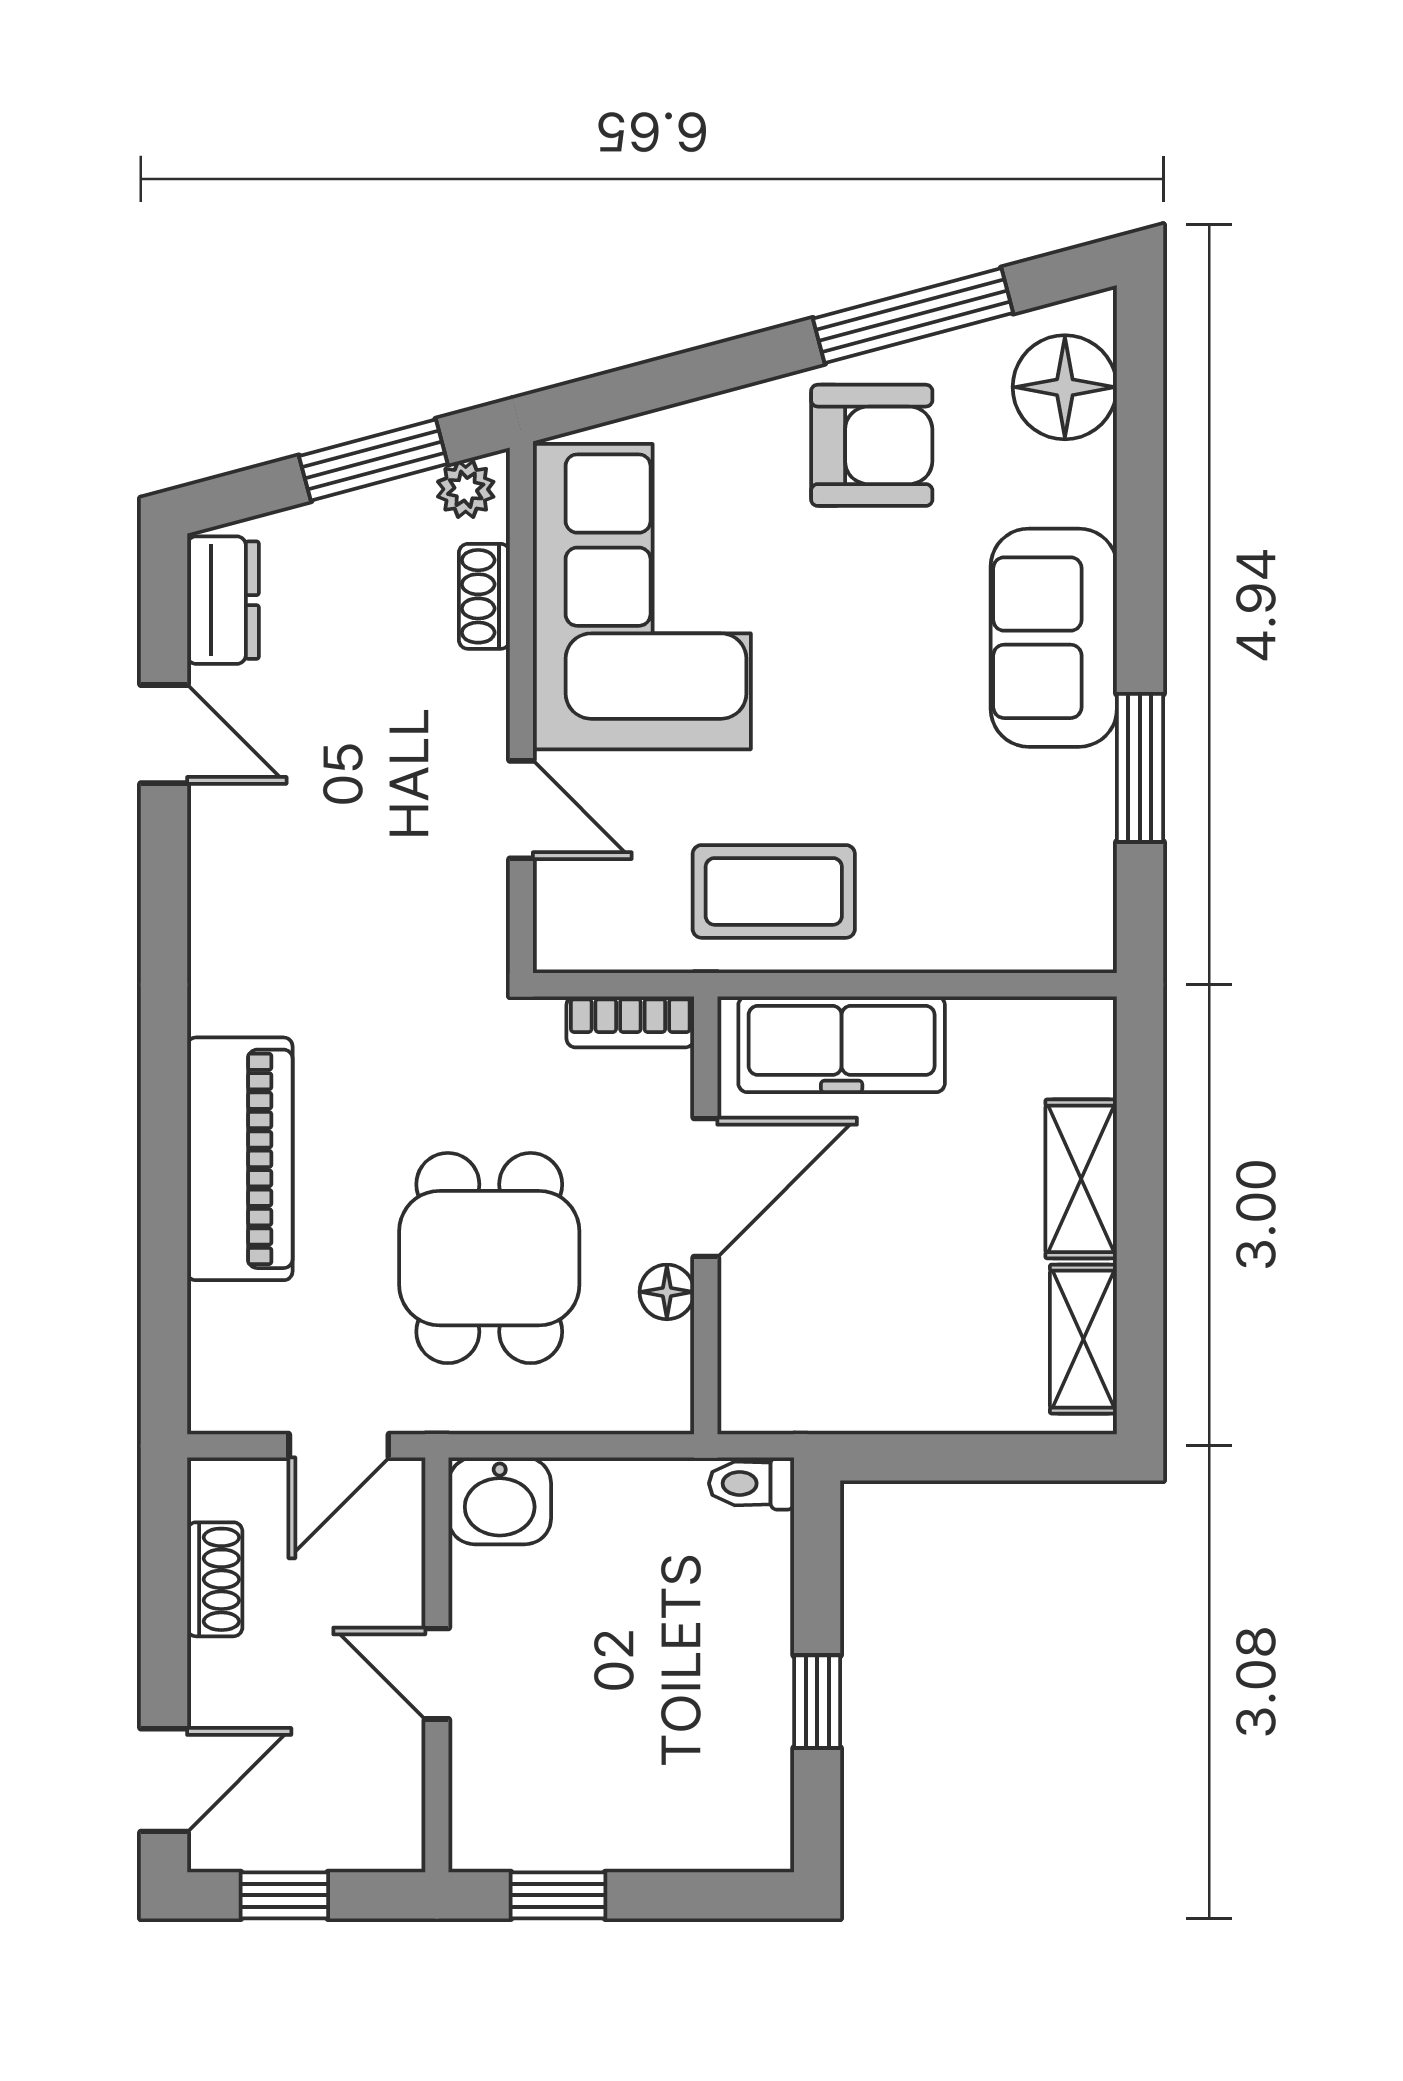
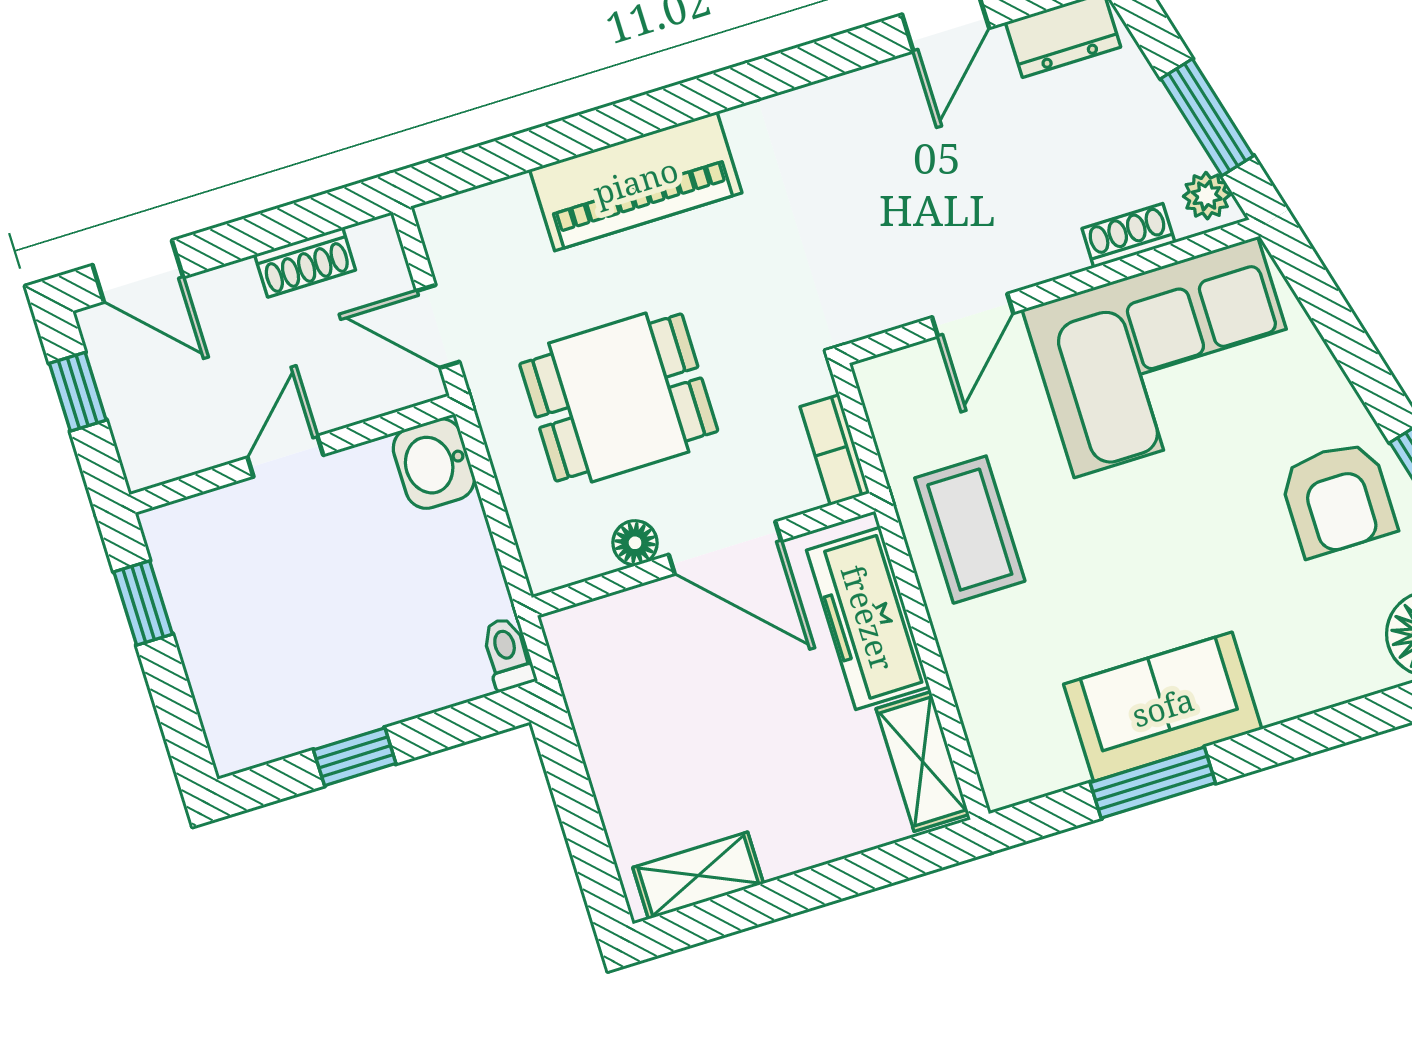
sofa: (1054, 638) -> (1163, 707), moved
shelving: (1081, 1179) -> (923, 761), moved, turned 90

